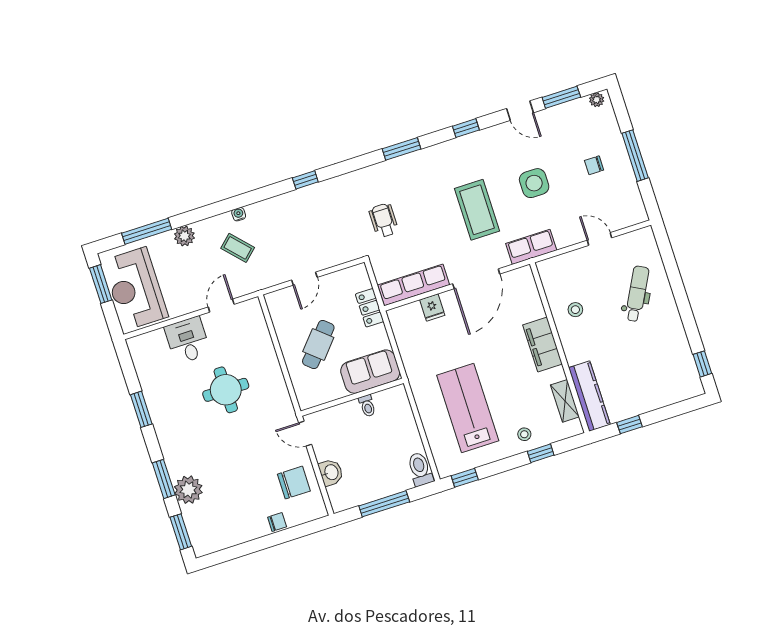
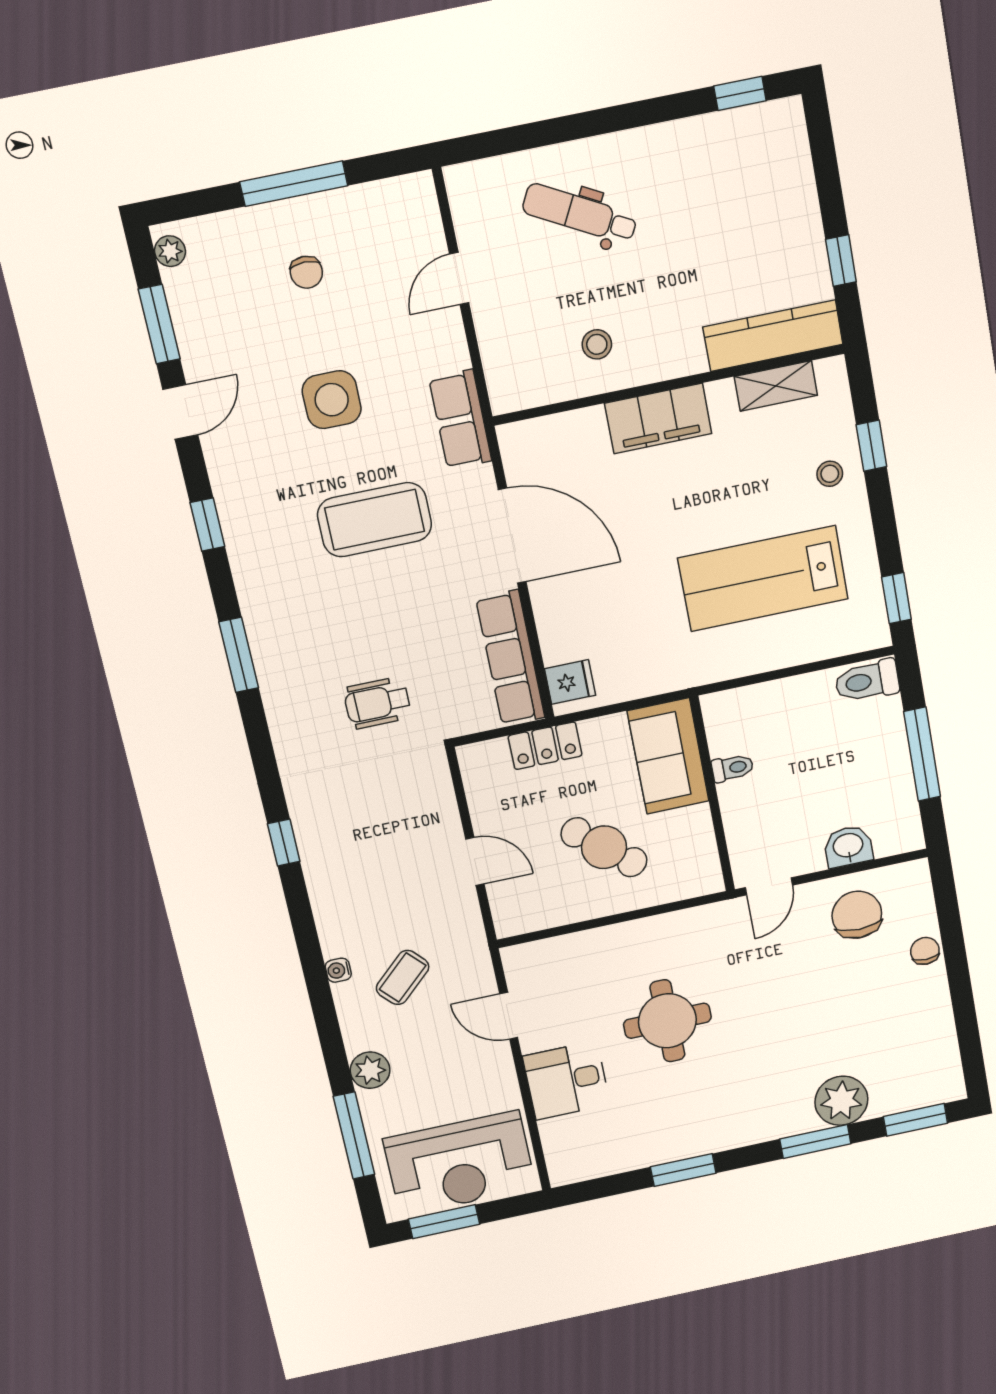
fridge: (432, 308) -> (570, 682), moved

